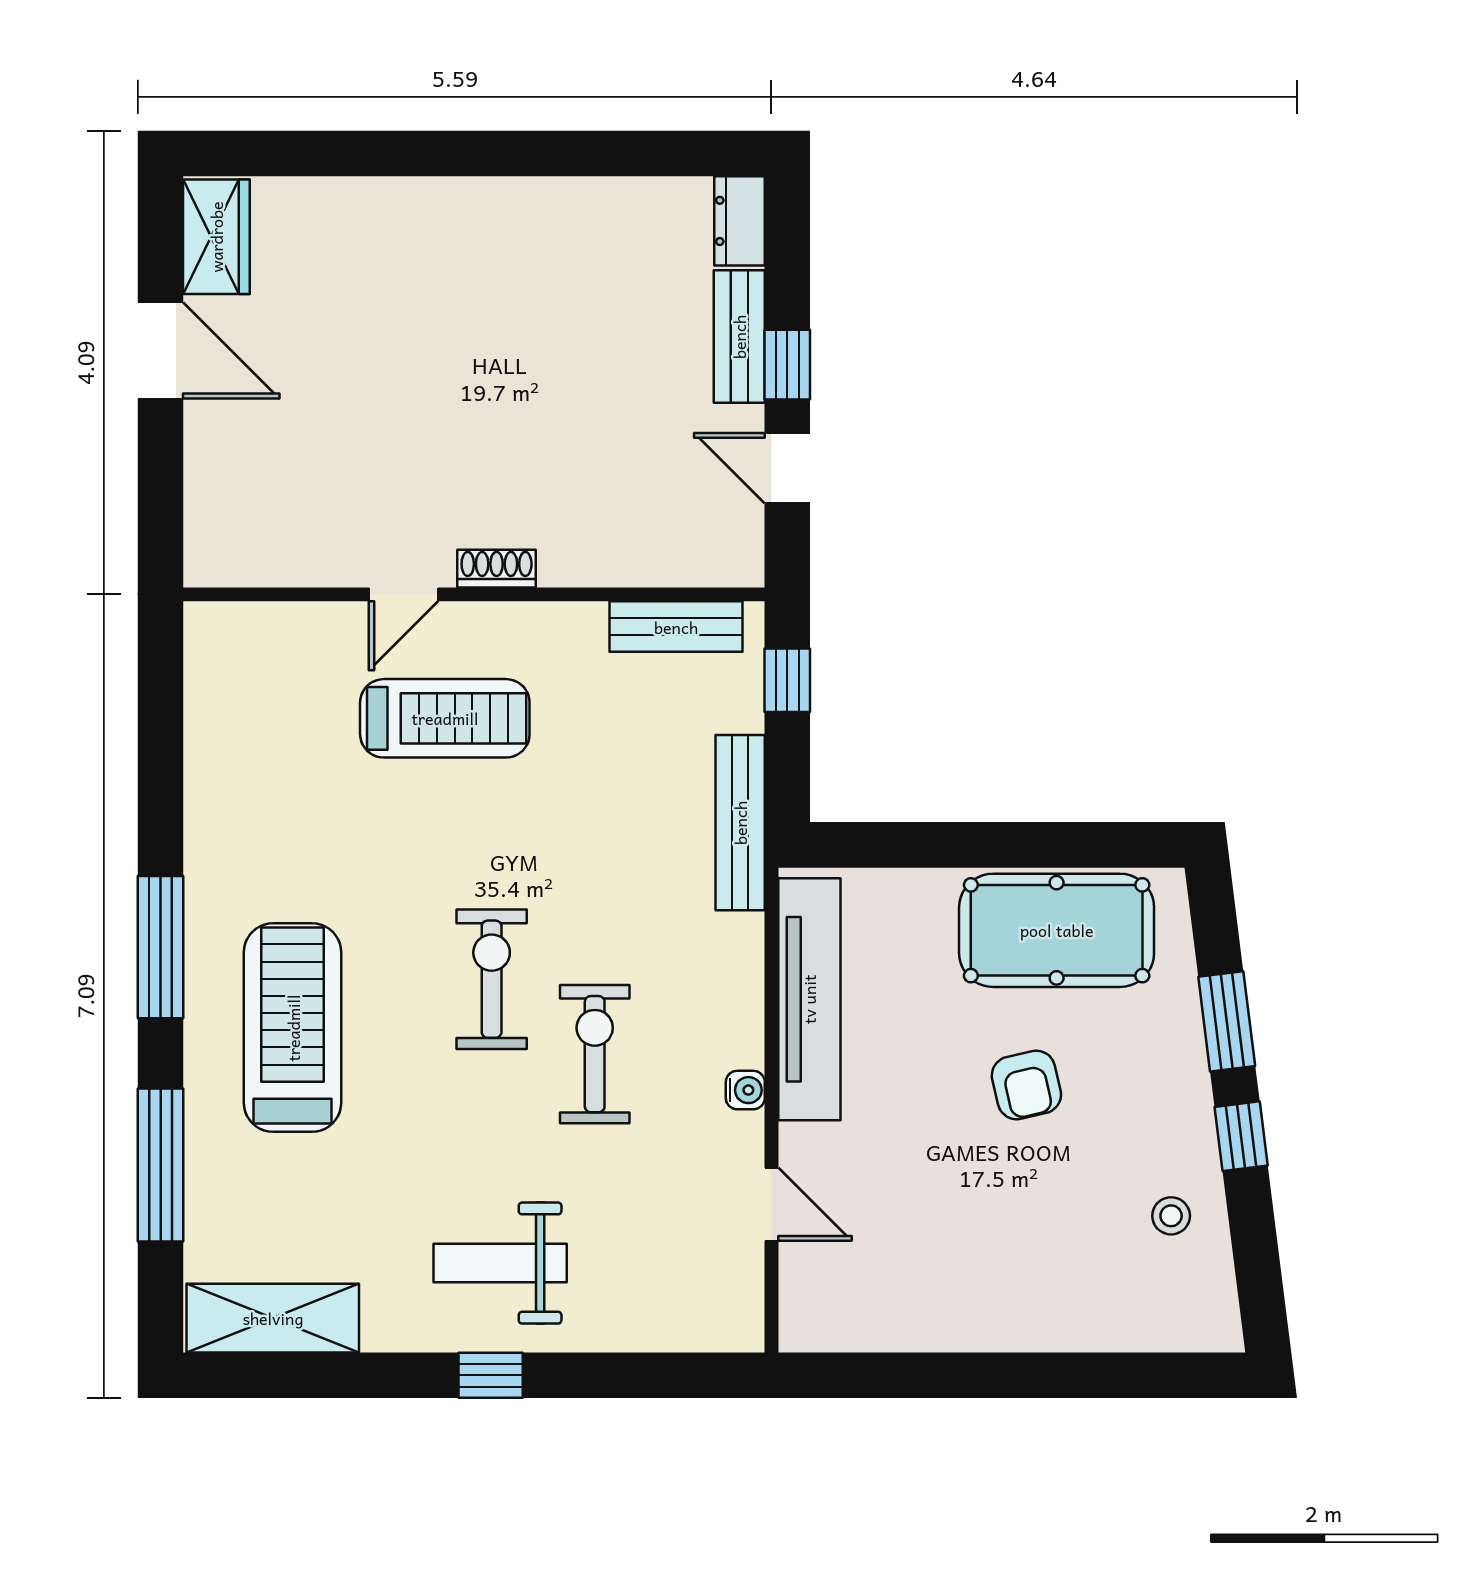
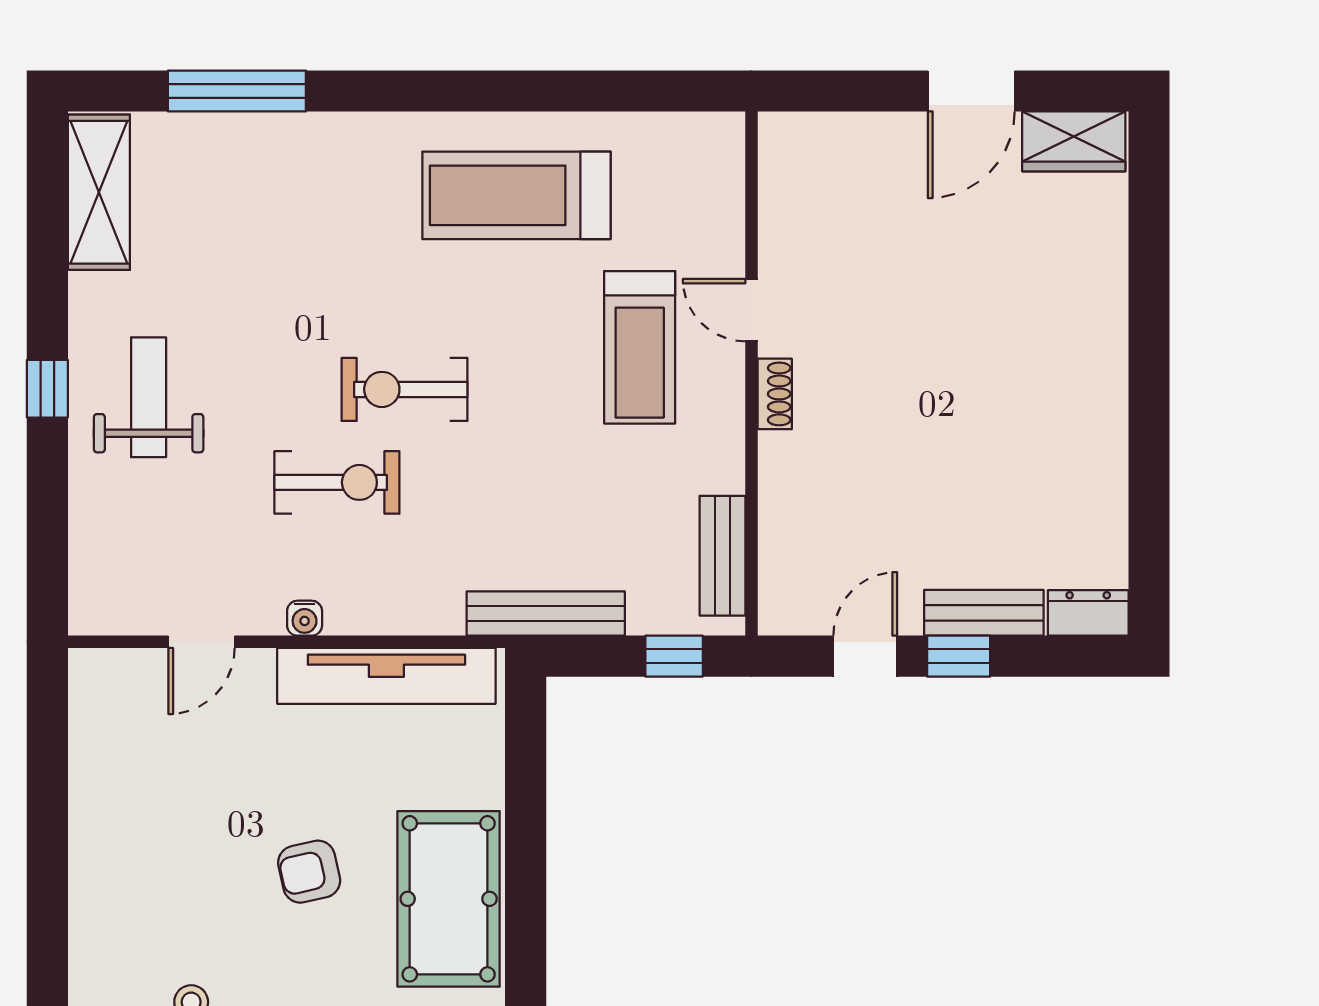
window: (161, 947) -> (433, 91), removed
exercise bike: (492, 979) -> (405, 389), turned 180
treadmill: (293, 1028) -> (516, 195), moved, turned 180

